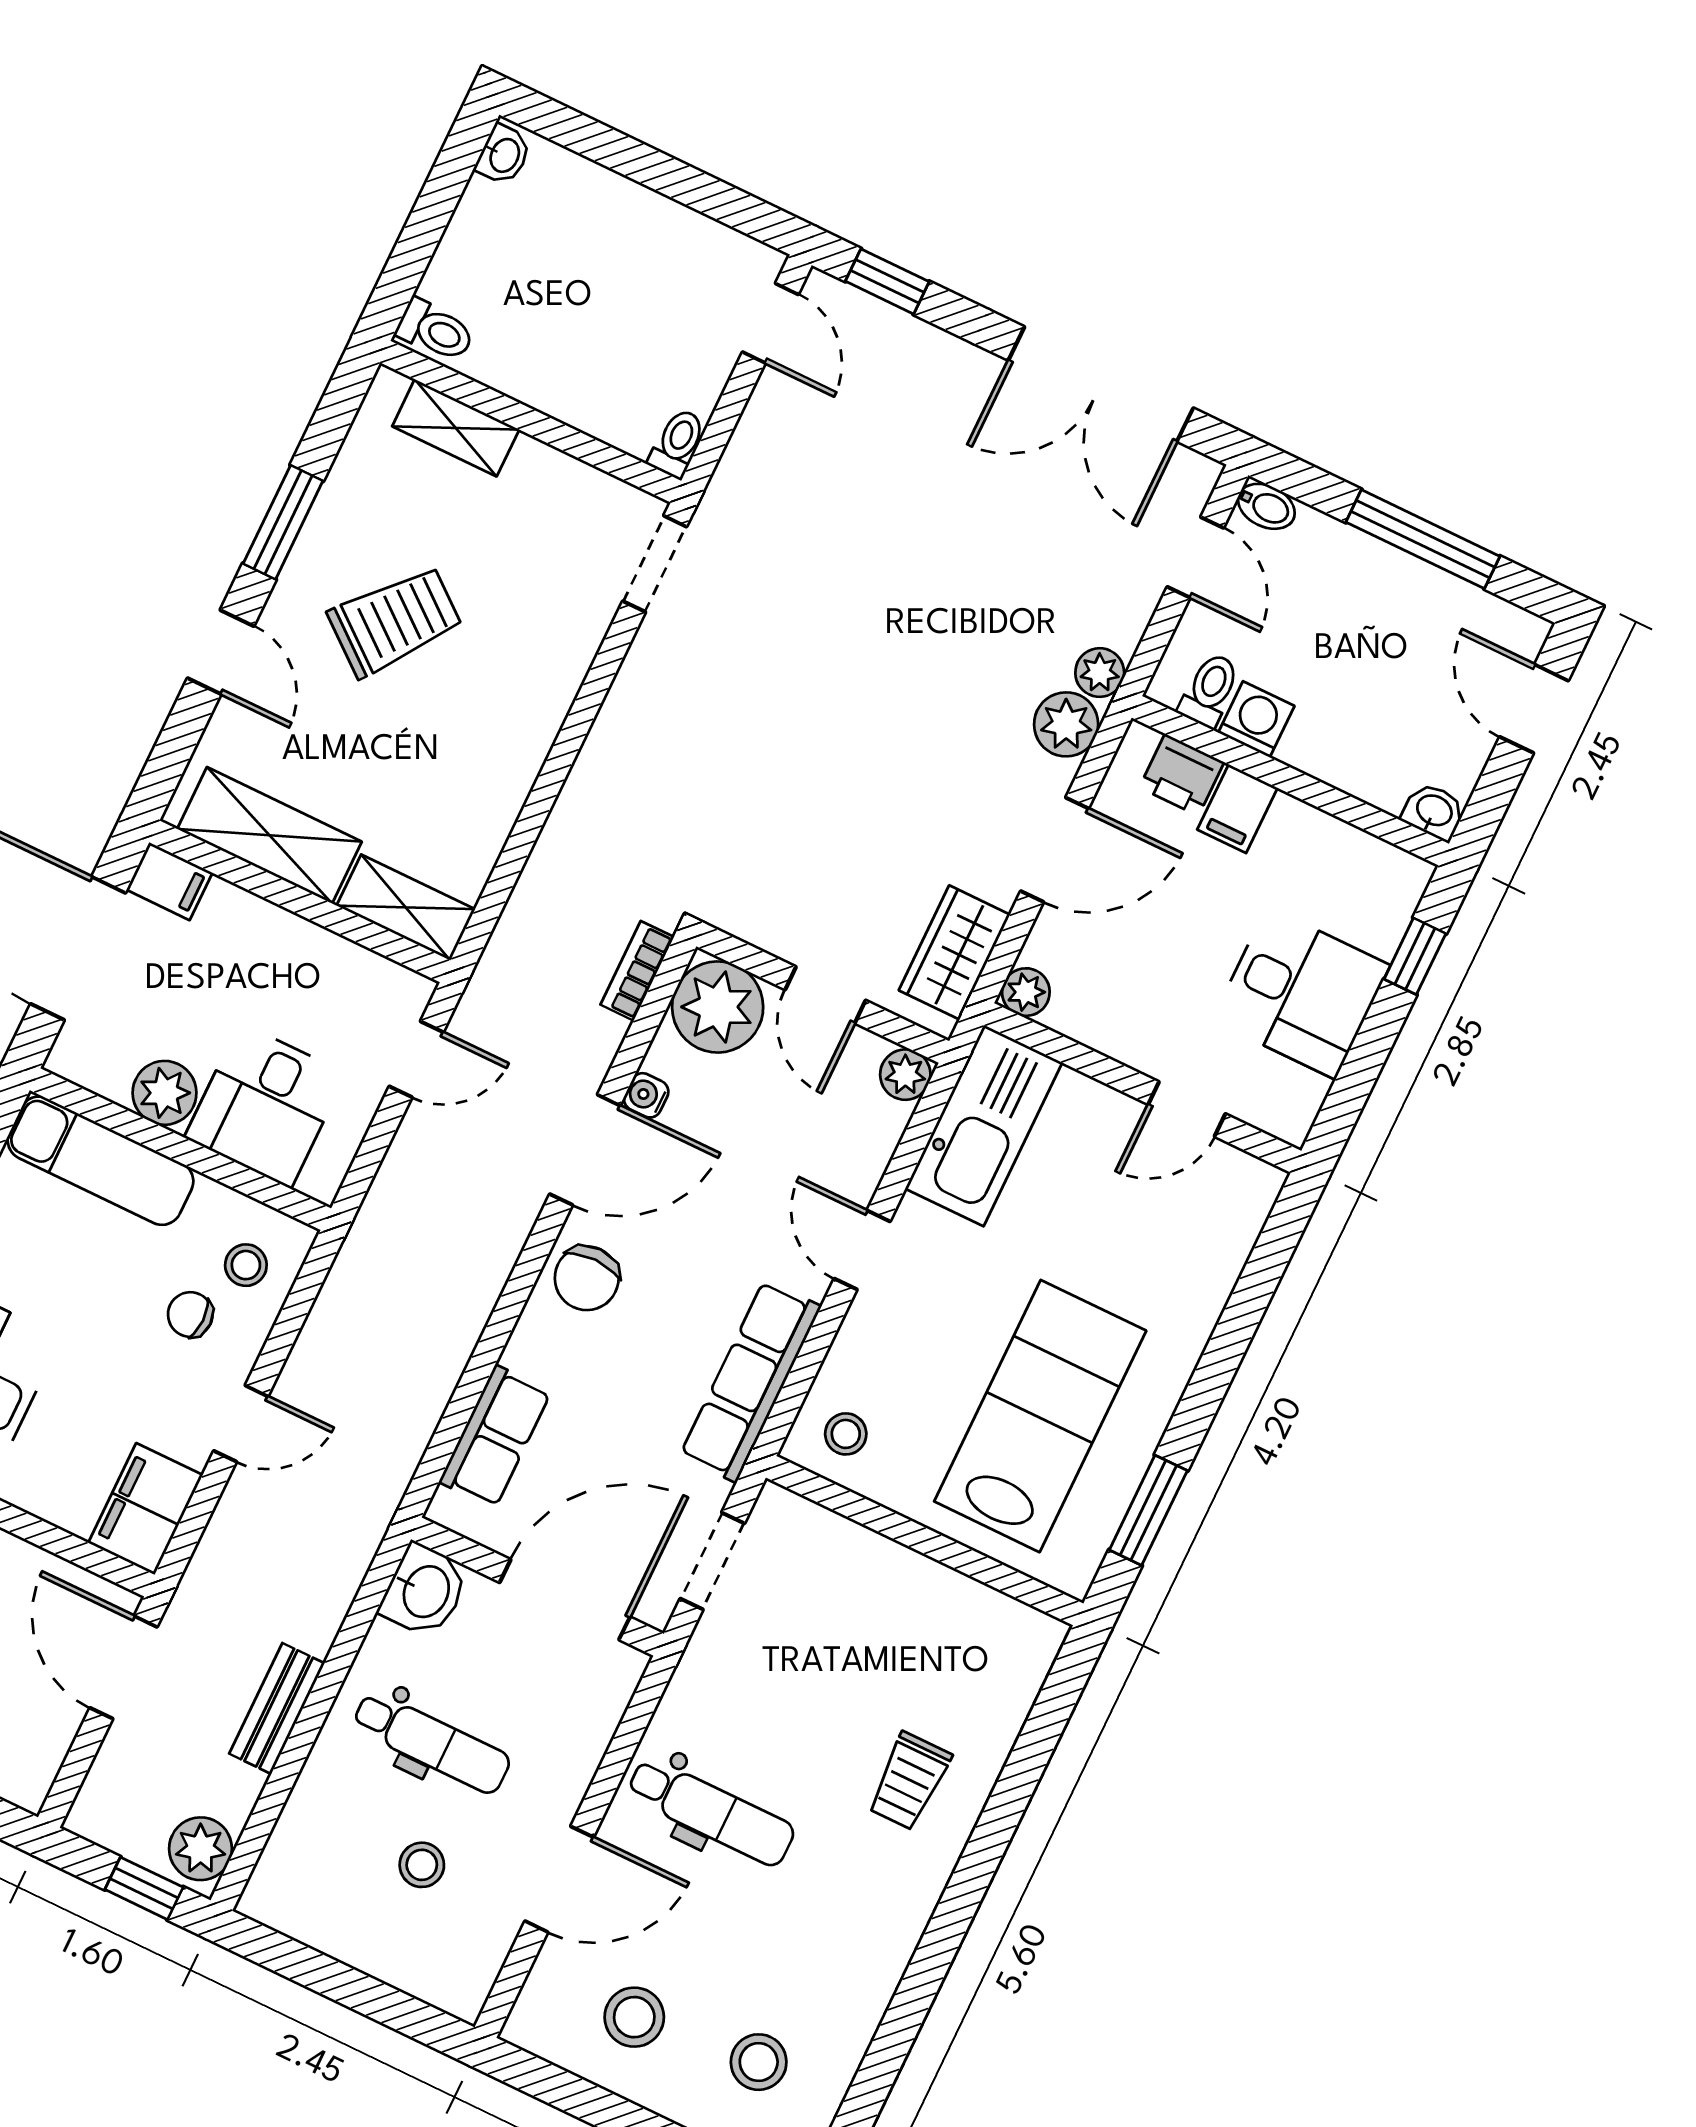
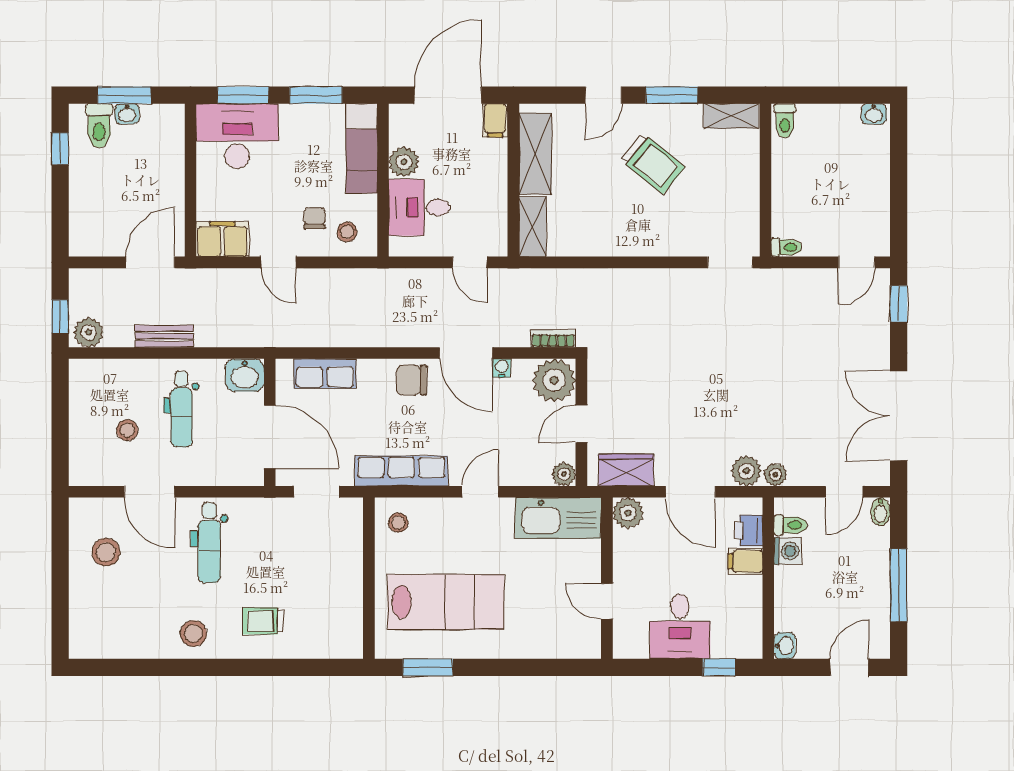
shelving: (456, 428) -> (731, 116), moved, turned 90
plant: (1026, 992) -> (628, 513), width x1.38, depth x1.38
stool: (759, 2062) -> (193, 633), moved

